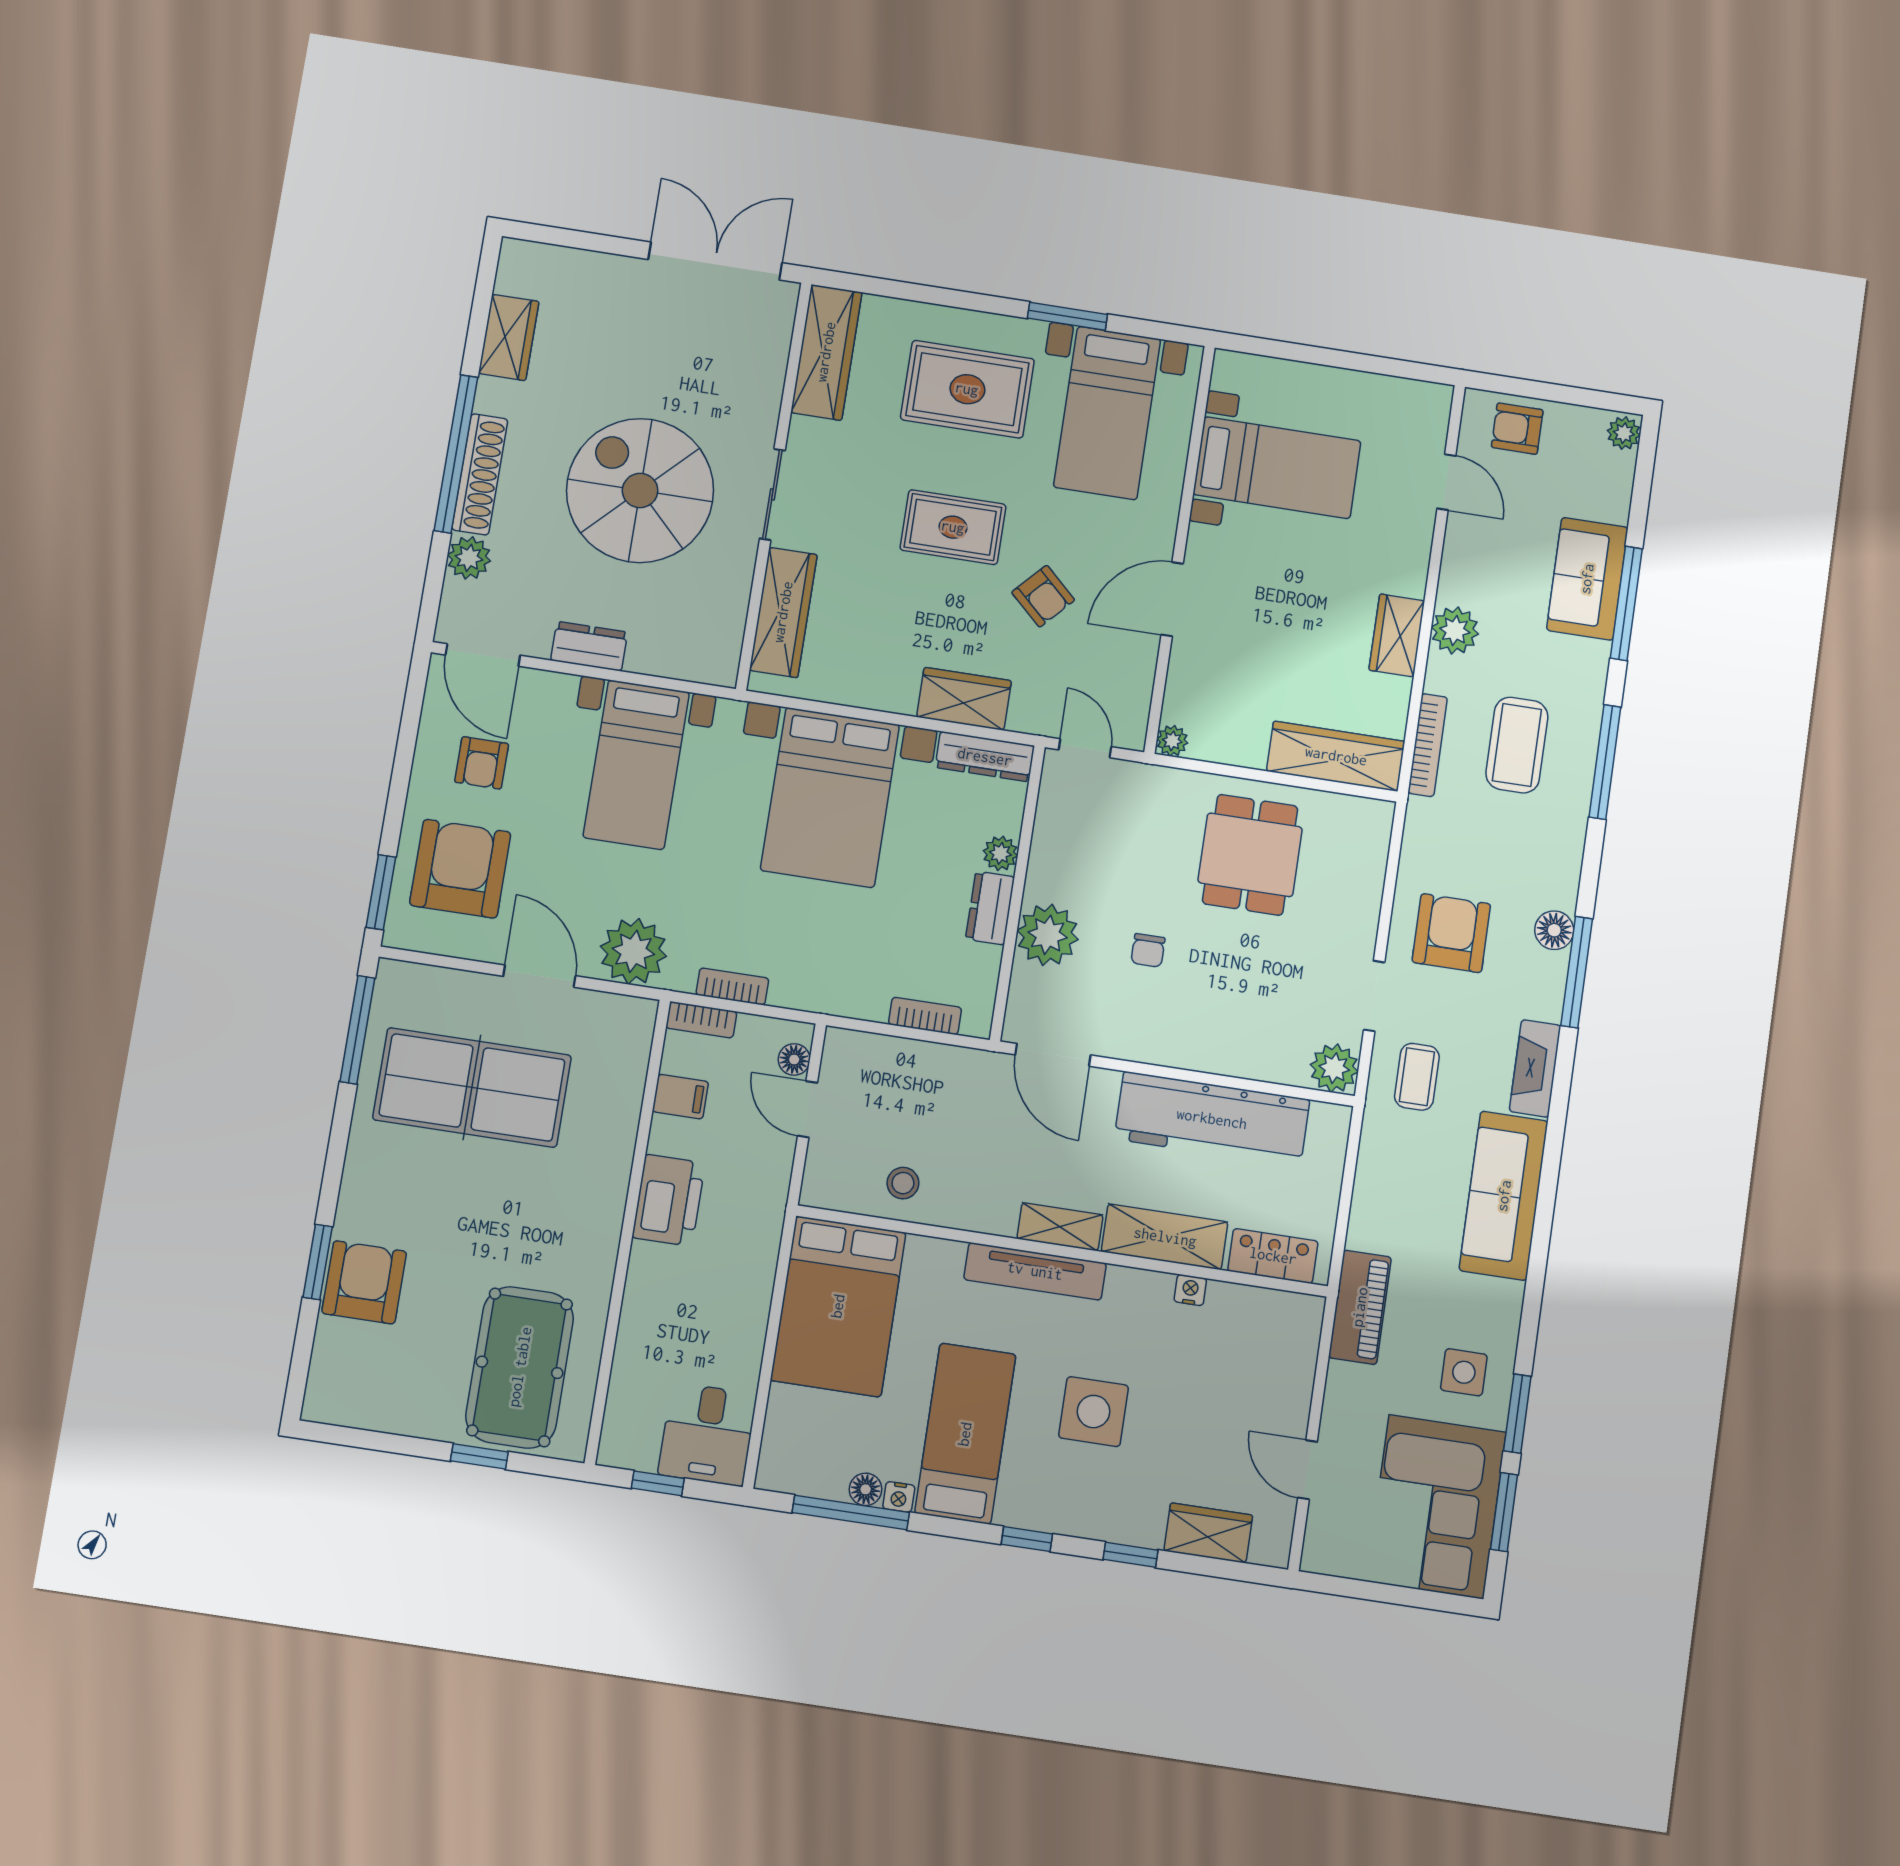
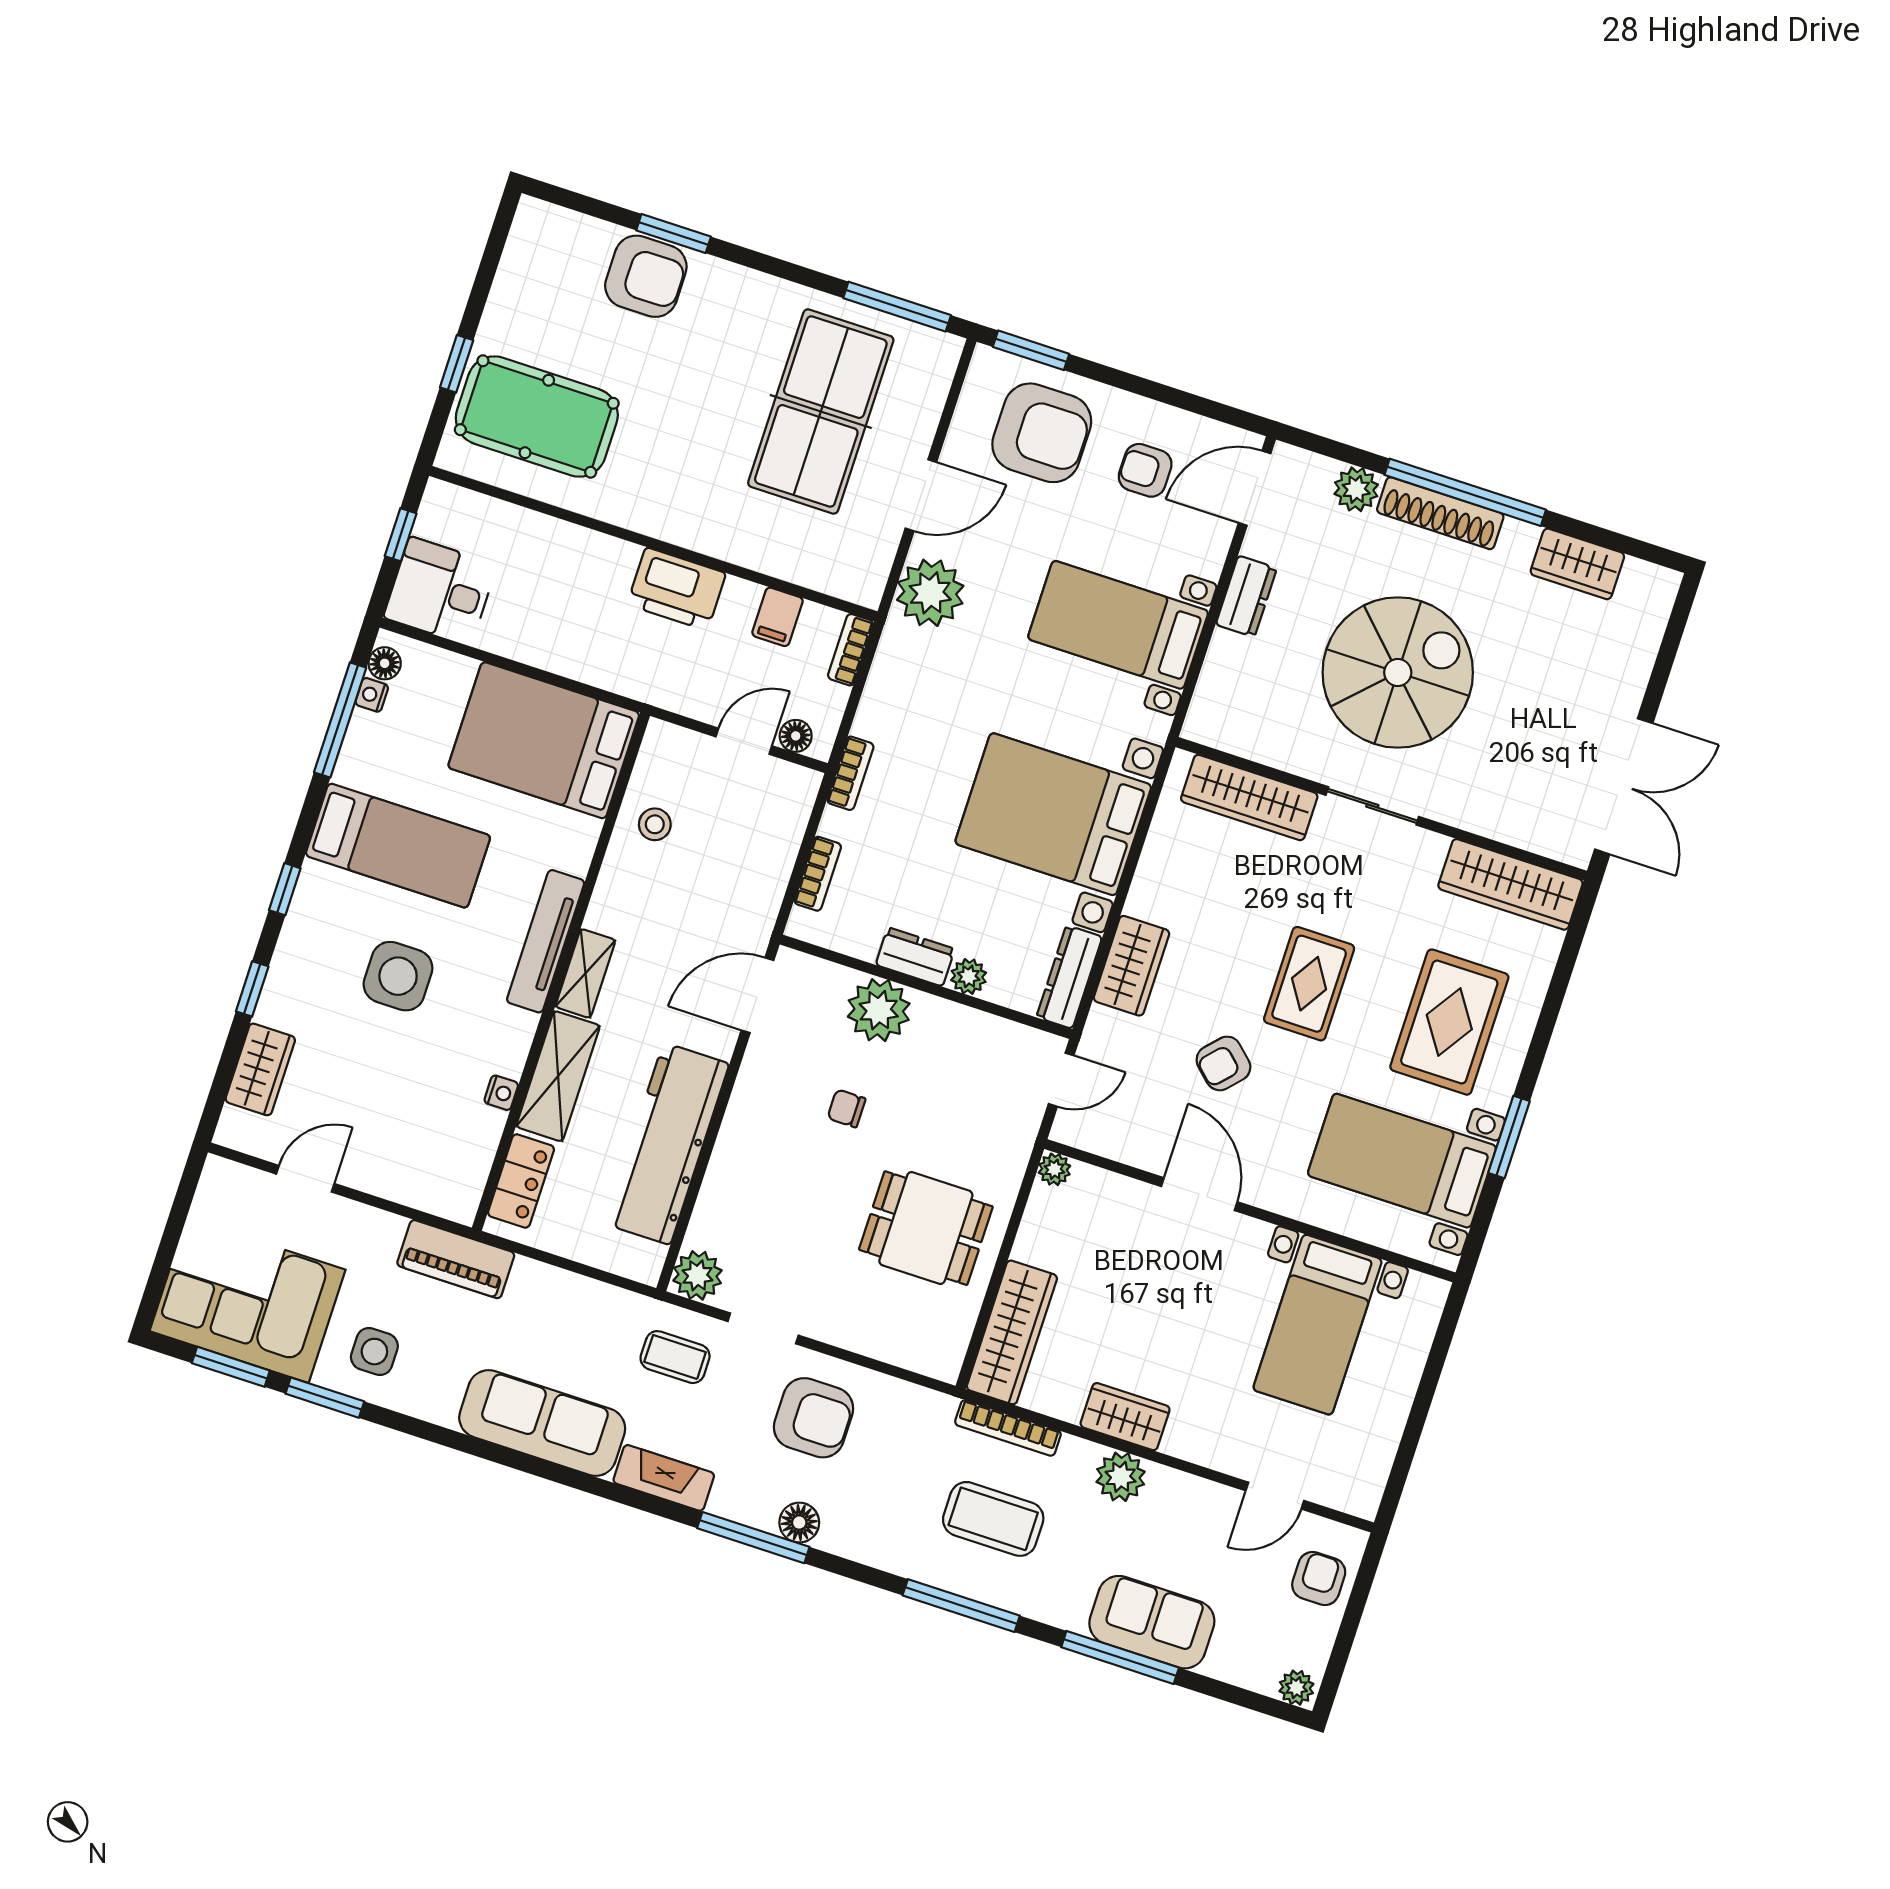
bookcase: (732, 986) -> (850, 773), moved
floor lamp: (866, 1489) -> (385, 663), moved
nightstand: (899, 1497) -> (372, 695), moved

